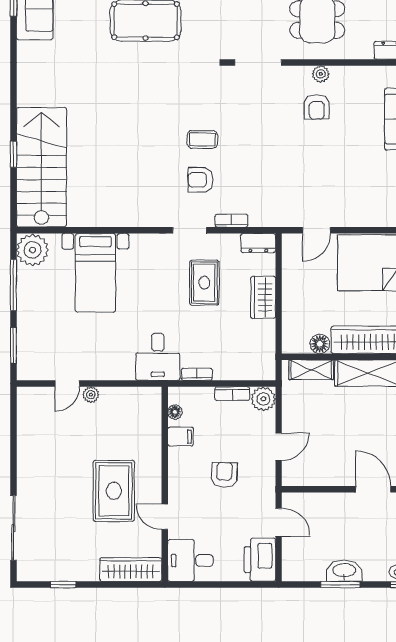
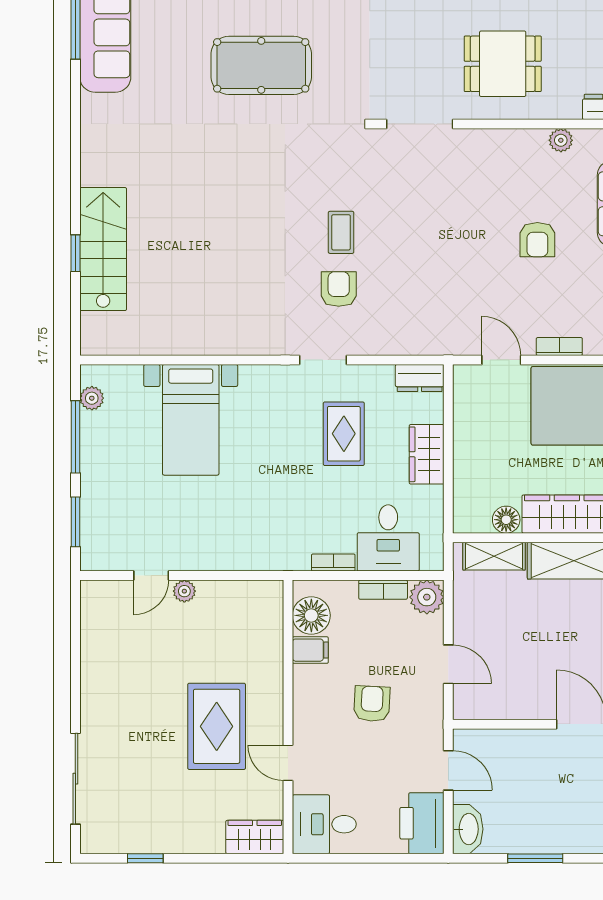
plant: (321, 74) -> (561, 140), moved
armchair: (317, 107) -> (537, 240), moved
coffee table: (202, 139) -> (341, 232), turned 90
stairs: (41, 167) -> (103, 249), width x0.73, depth x0.66
armchair: (201, 180) -> (339, 289), turned 90
bookcase: (231, 221) -> (559, 347), moved
door: (316, 230) -> (501, 360), swing flipped
plant: (32, 250) -> (92, 398), width x0.53, depth x0.53
desk: (158, 357) -> (388, 538), moved
floor lamp: (175, 412) -> (311, 615), width x1.89, depth x1.89
door: (279, 447) -> (448, 664), hinge flipped
wardrobe: (131, 570) -> (255, 837), width x0.67
washbasin: (344, 571) -> (468, 829), moved, turned 90

